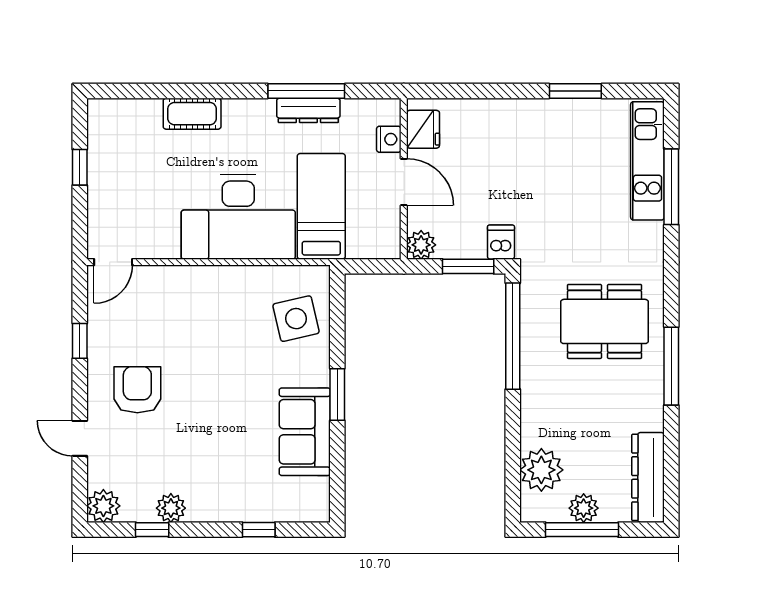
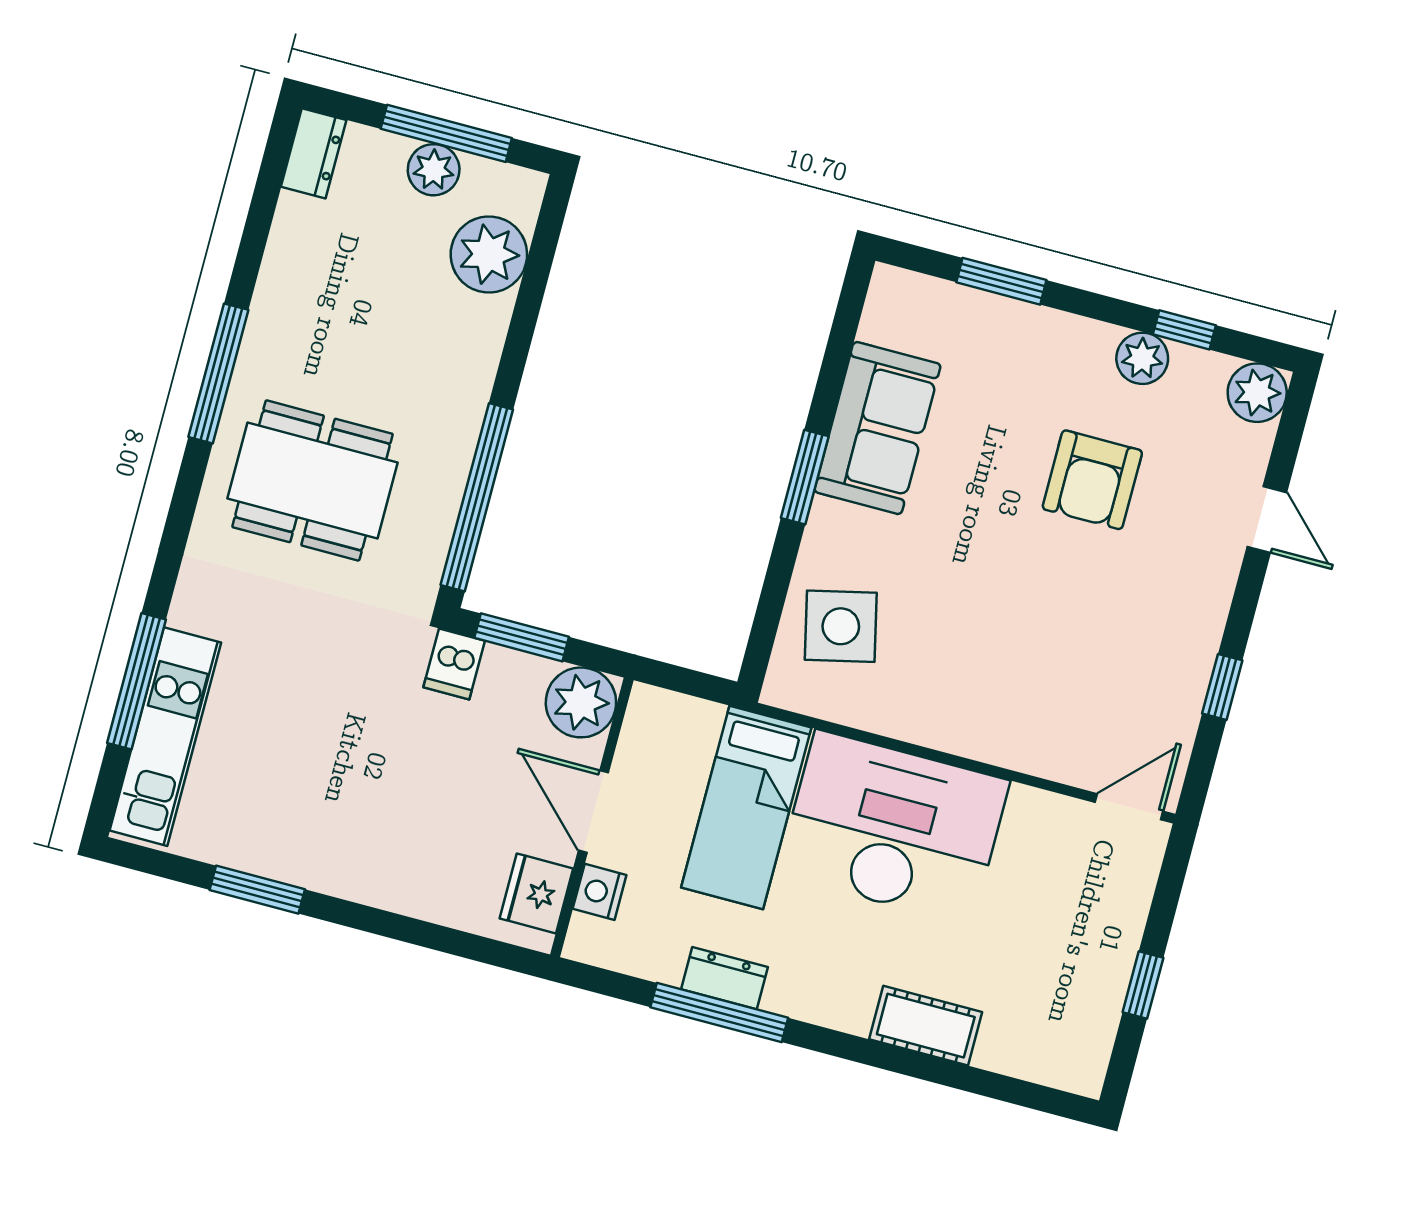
dresser: (308, 110) -> (725, 978), width x0.70
plant: (421, 245) -> (581, 702), width x1.36, depth x1.36
armchair: (137, 390) -> (1092, 480), moved
dresser: (648, 477) -> (314, 153), width x0.51, depth x0.80
window: (259, 530) -> (1001, 281), width x1.50

